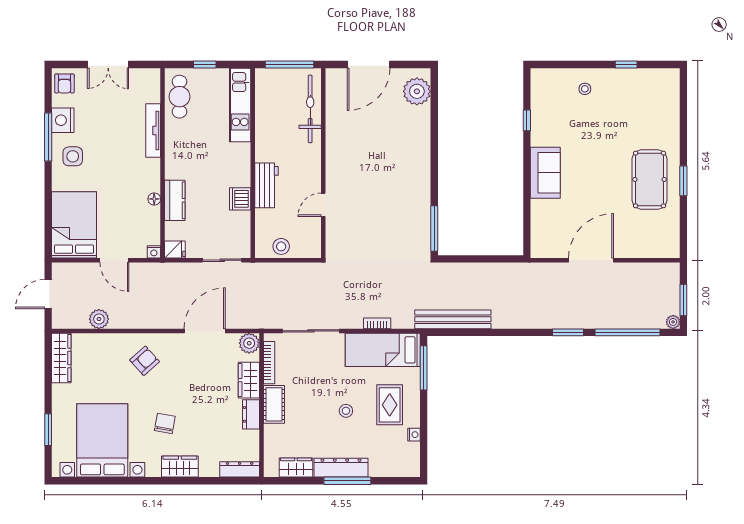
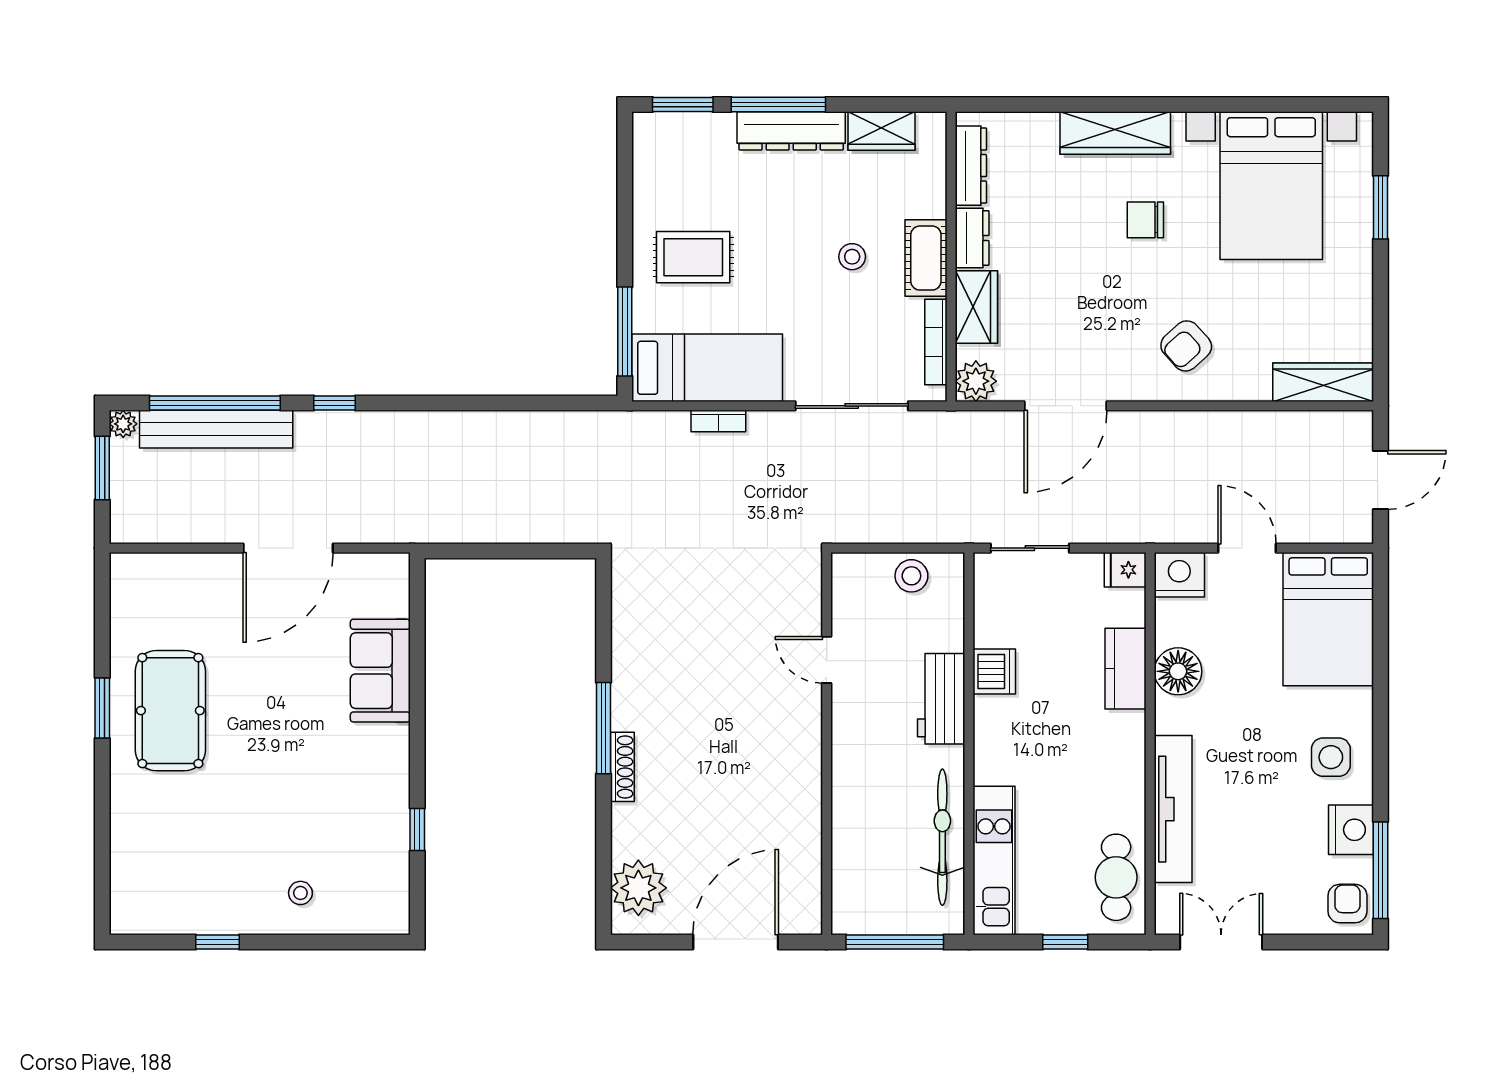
double door: (108, 64) -> (1221, 942), moved
bicycle: (310, 109) -> (942, 837), moved, turned 180
tv unit: (153, 131) -> (1173, 809), width x1.36, depth x1.29
window: (48, 137) -> (1380, 870), moved
shoe rack: (425, 151) -> (622, 767), added
sofa: (545, 173) -> (380, 671), moved
floor lamp: (154, 199) -> (1178, 671), width x1.89, depth x1.89
door: (323, 205) -> (827, 660), swing flipped
window: (434, 228) -> (603, 728), moved
nightstand: (154, 252) -> (1179, 575), width x1.89, depth x1.79
plant: (99, 319) -> (1278, 430), removed
bench: (453, 319) -> (216, 429), moved
window: (568, 332) -> (335, 403), width x0.67
wardrobe: (61, 358) -> (1323, 382), moved, turned 90
rug: (390, 405) -> (693, 257), turned 90
stool: (346, 411) -> (852, 257), moved
chair: (165, 423) -> (1145, 220), turned 80
nightstand: (414, 435) -> (644, 197), removed
wardrobe: (180, 467) -> (1115, 133), width x1.50
dresser: (240, 469) -> (971, 166), moved, turned -90
window: (395, 481) -> (683, 105), added

